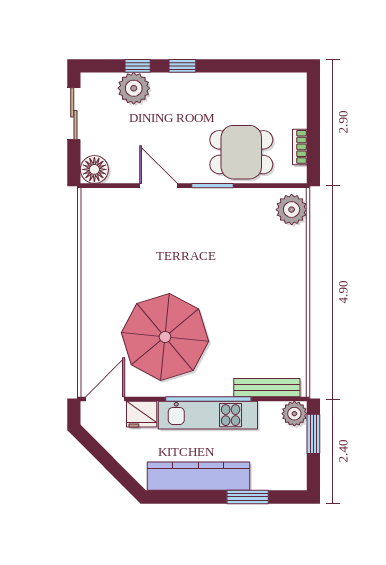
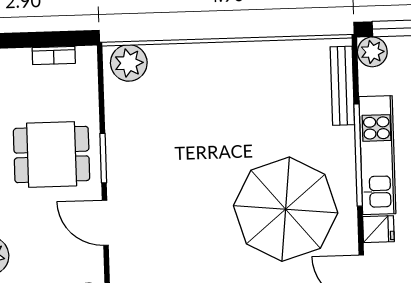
dining table: (241, 152) -> (52, 154), moved, turned 90
door: (158, 186) -> (105, 223), hinge flipped
fridge: (142, 414) -> (378, 229), width x0.72

